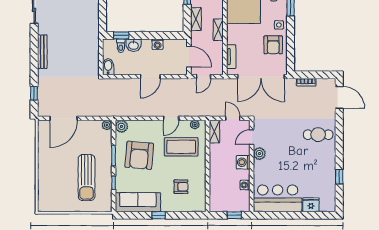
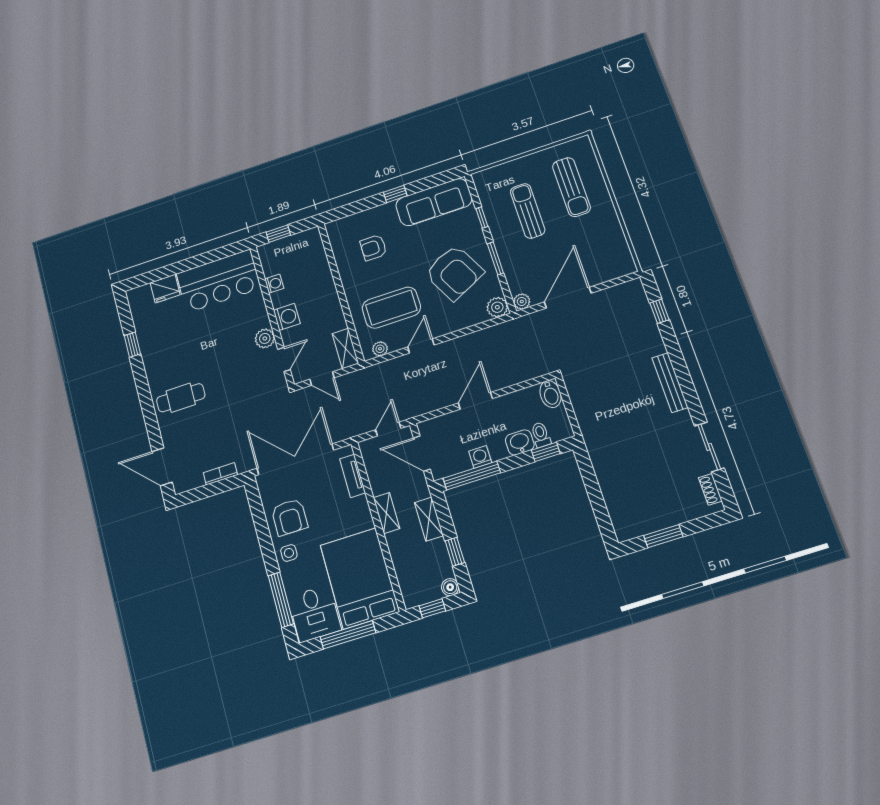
window: (165, 35) -> (472, 476), added
armchair: (273, 45) -> (289, 517), turned 180
door: (64, 118) -> (568, 298), moved
armchair: (139, 155) -> (454, 273), turned 148
sun lounger: (86, 178) -> (528, 211), width x0.73, depth x0.75
sun lounger: (57, 183) -> (571, 187), added

